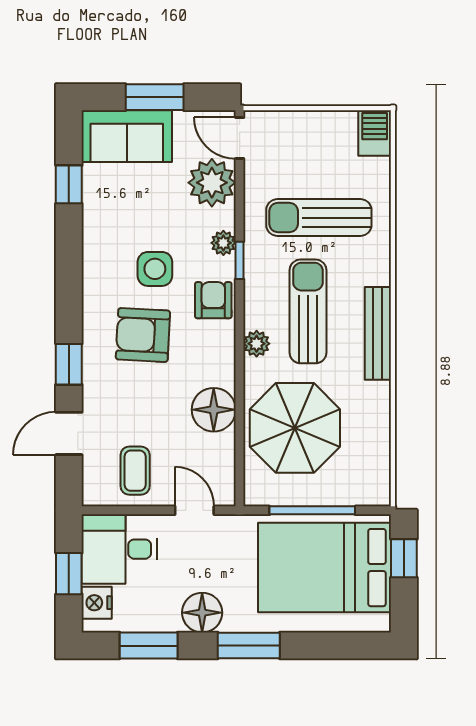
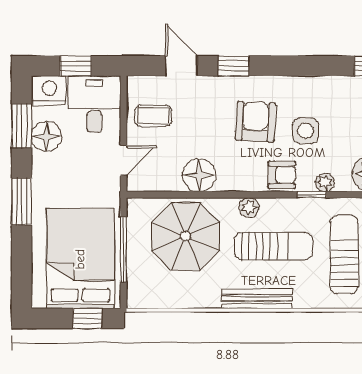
nightstand: (97, 603) -> (49, 91), width x1.36, depth x1.33
floor lamp: (202, 613) -> (46, 136), moved

